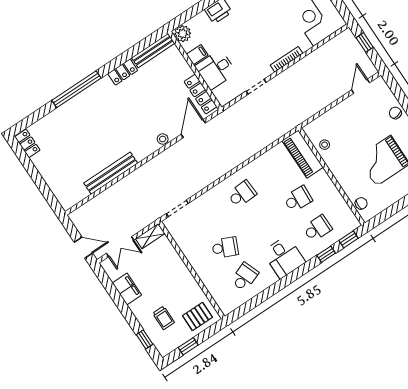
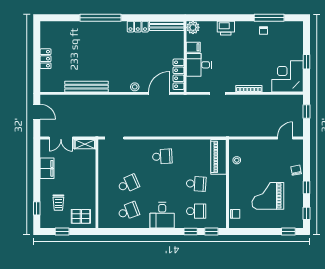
locker: (27, 143) -> (46, 59), moved
door: (83, 248) -> (37, 112), moved
school desk: (225, 248) -> (128, 184), turned -48

